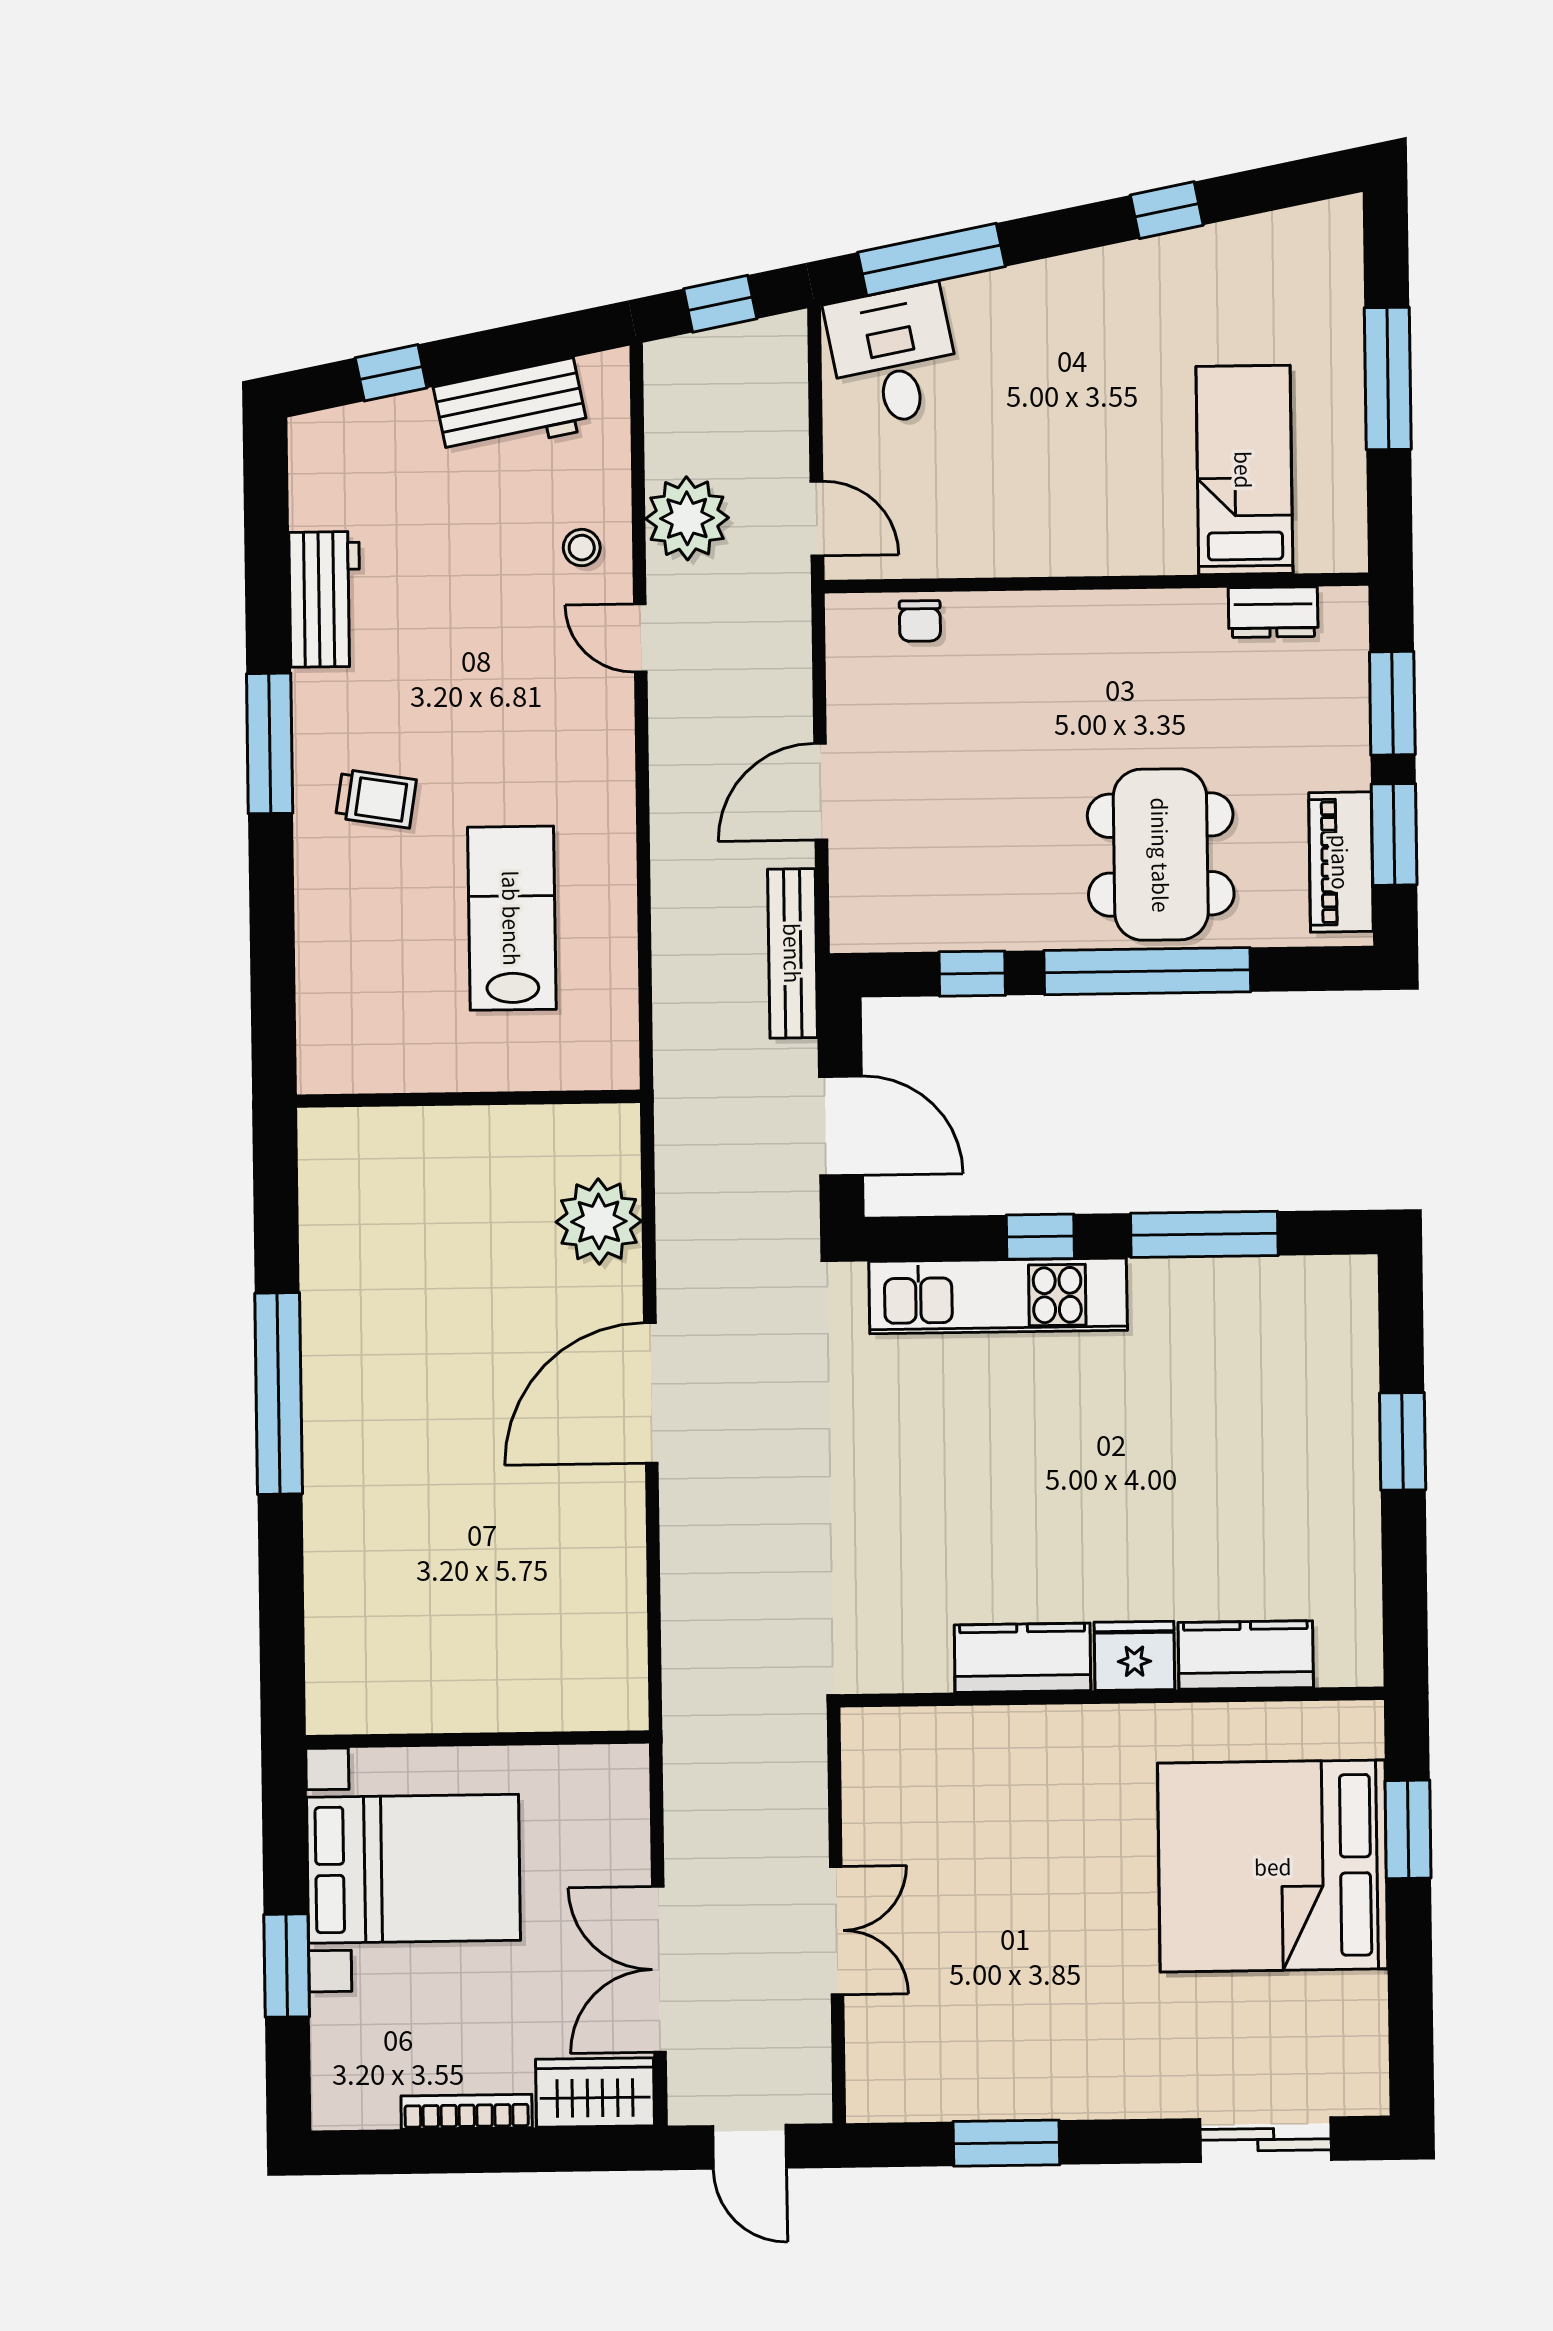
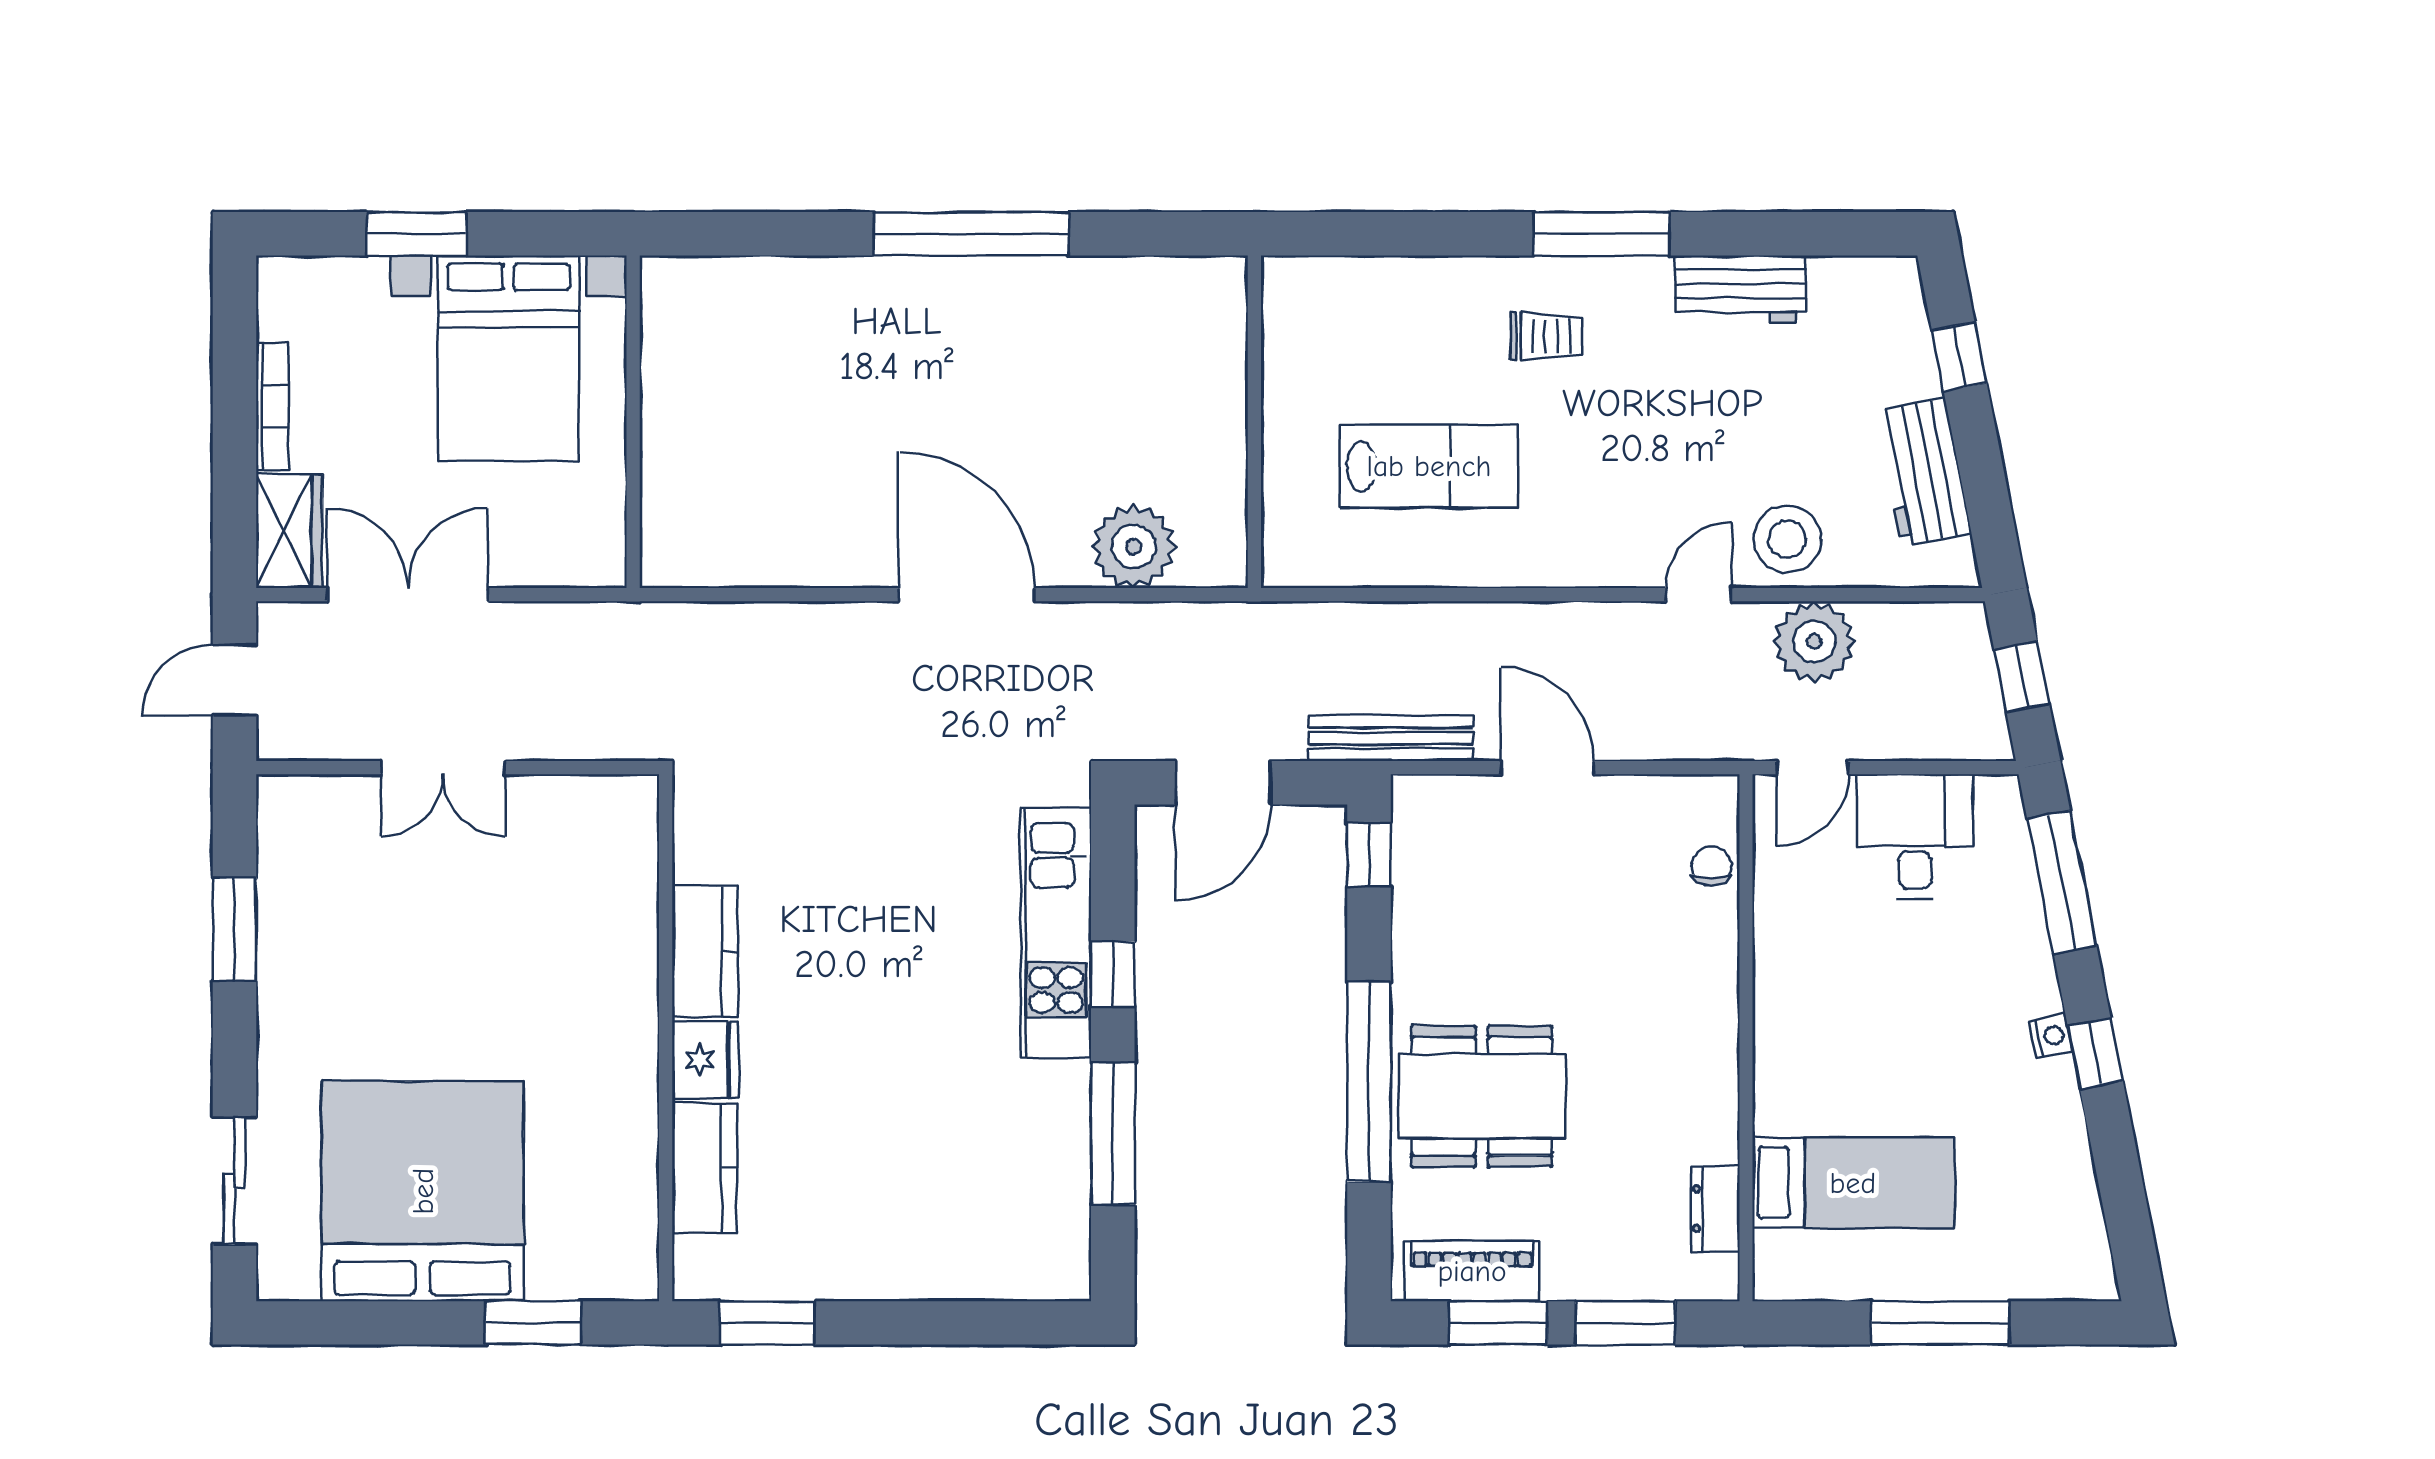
window: (1167, 210) -> (2095, 1053), moved
nightstand: (1090, 268) -> (2051, 1036), added
desk: (893, 356) -> (1915, 836), moved, turned -79
stool: (582, 548) -> (1787, 539), width x1.89, depth x1.89
chair: (920, 621) -> (1711, 866), turned 90
trolley: (376, 799) -> (1547, 336), turned -99
window: (972, 974) -> (1369, 855), moved
window: (1403, 1441) -> (767, 1323), moved
bed: (1273, 1866) -> (423, 1191), moved

